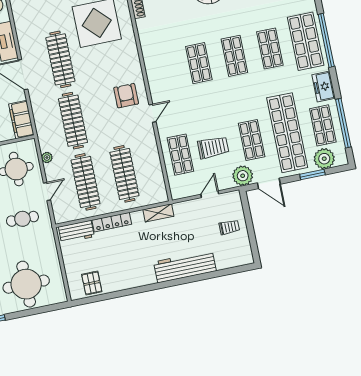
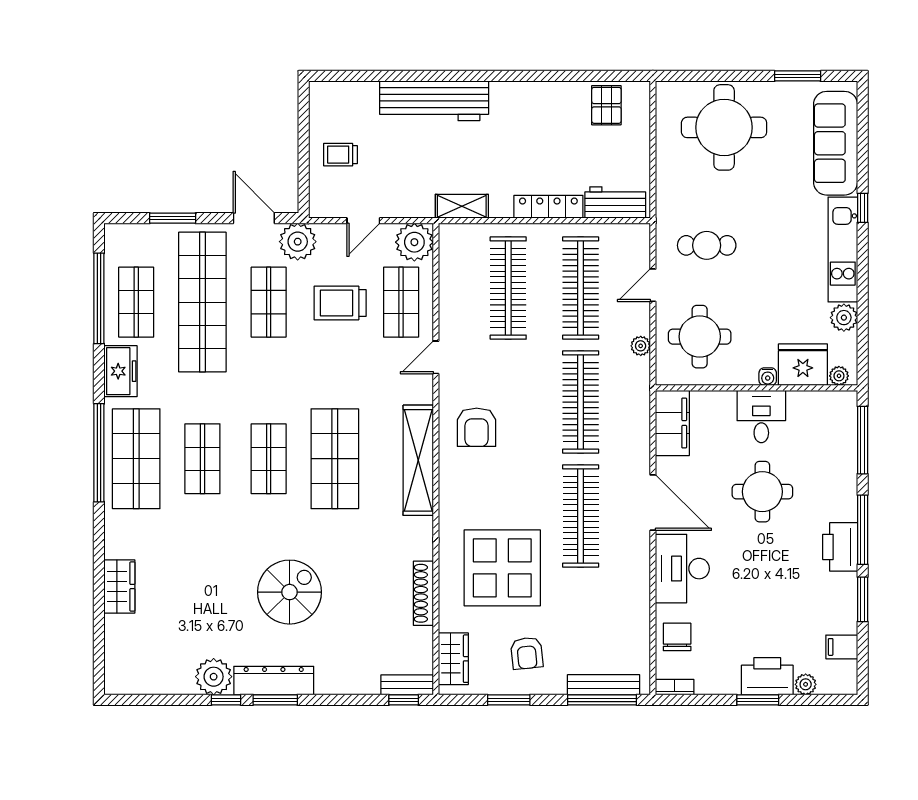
shop shelf: (199, 63) -> (335, 459), width x1.43, depth x1.36
shelving: (154, 72) -> (418, 460), added
door: (152, 113) -> (436, 357), moved
plant: (324, 159) -> (414, 242), moved

